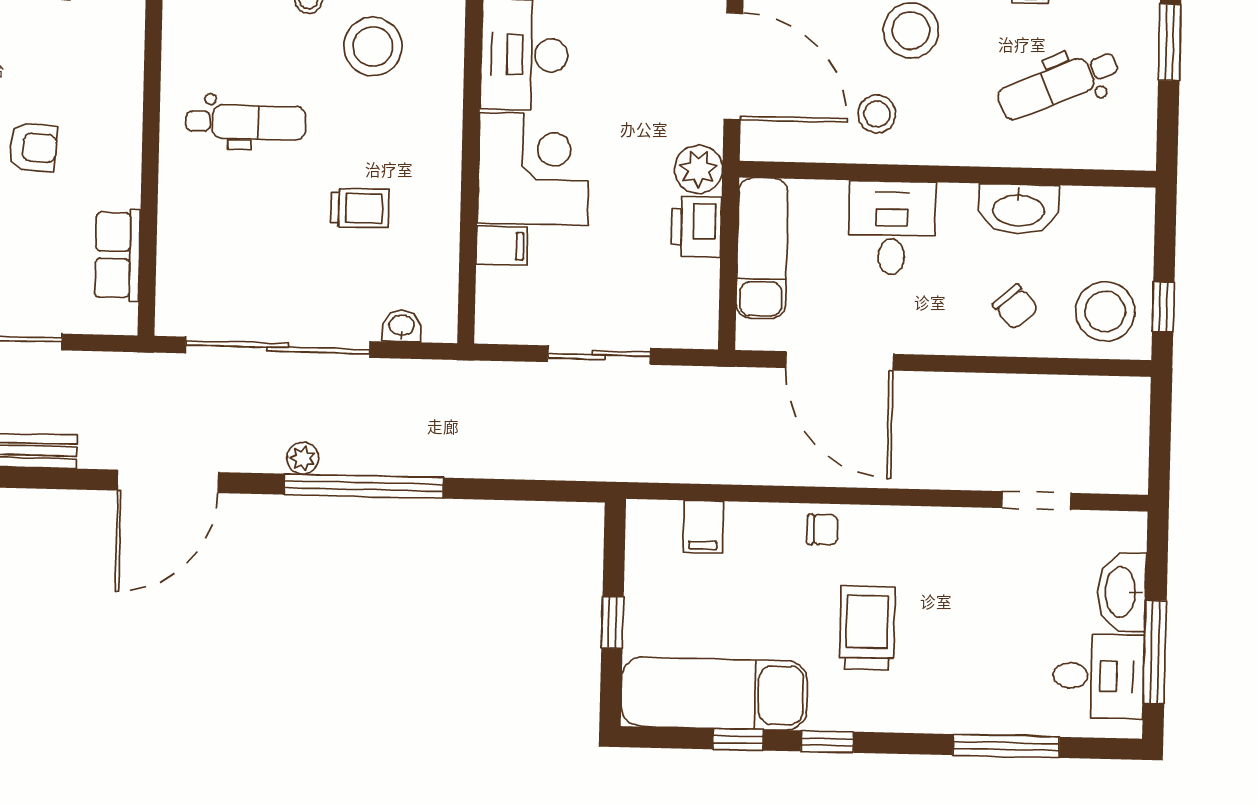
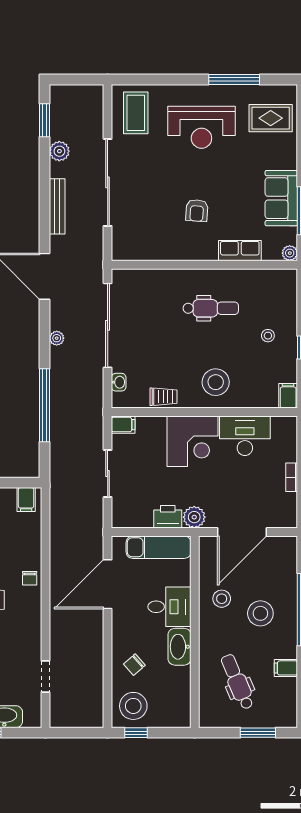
stool: (373, 46) -> (216, 382), moved
dental chair: (246, 122) -> (211, 308), turned -90
trolley: (360, 208) -> (163, 397), moved, turned -90
washbasin: (1019, 209) -> (179, 647), moved
filing cabinet: (502, 246) -> (123, 425), moved, turned -90
row of seats: (117, 255) -> (240, 251), moved
window: (364, 486) -> (45, 405), moved
filing cabinet: (703, 527) -> (26, 500), moved, turned -90

